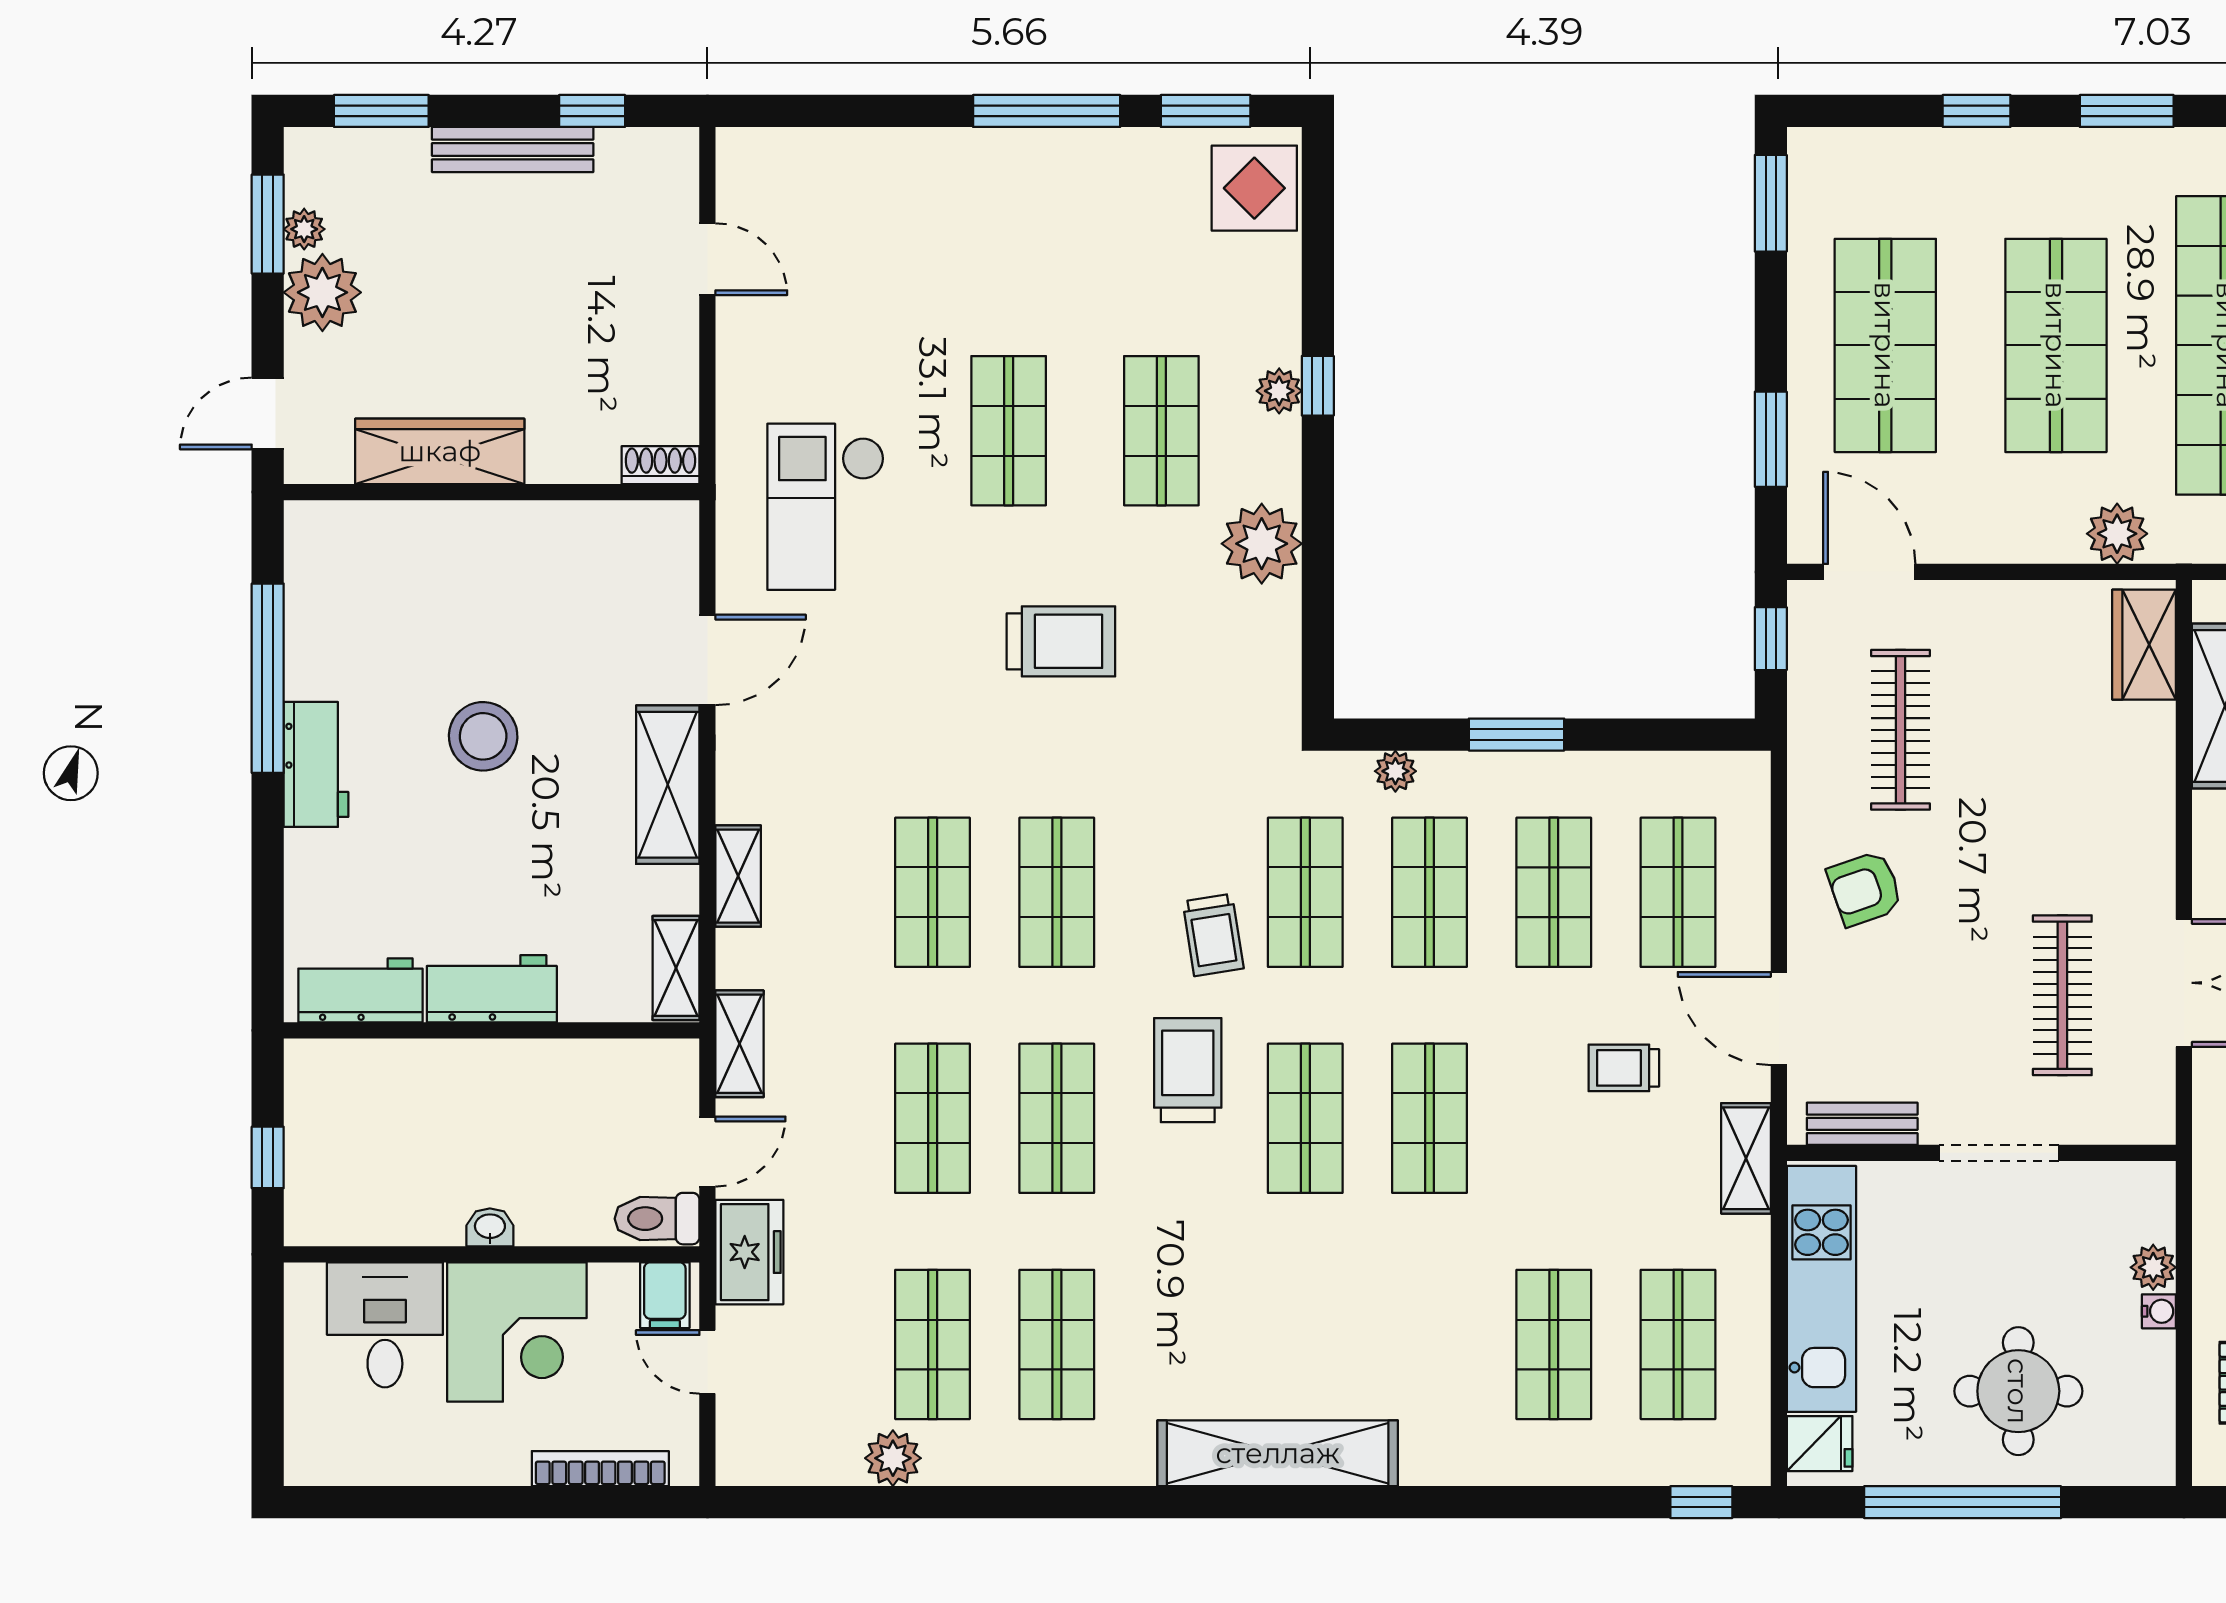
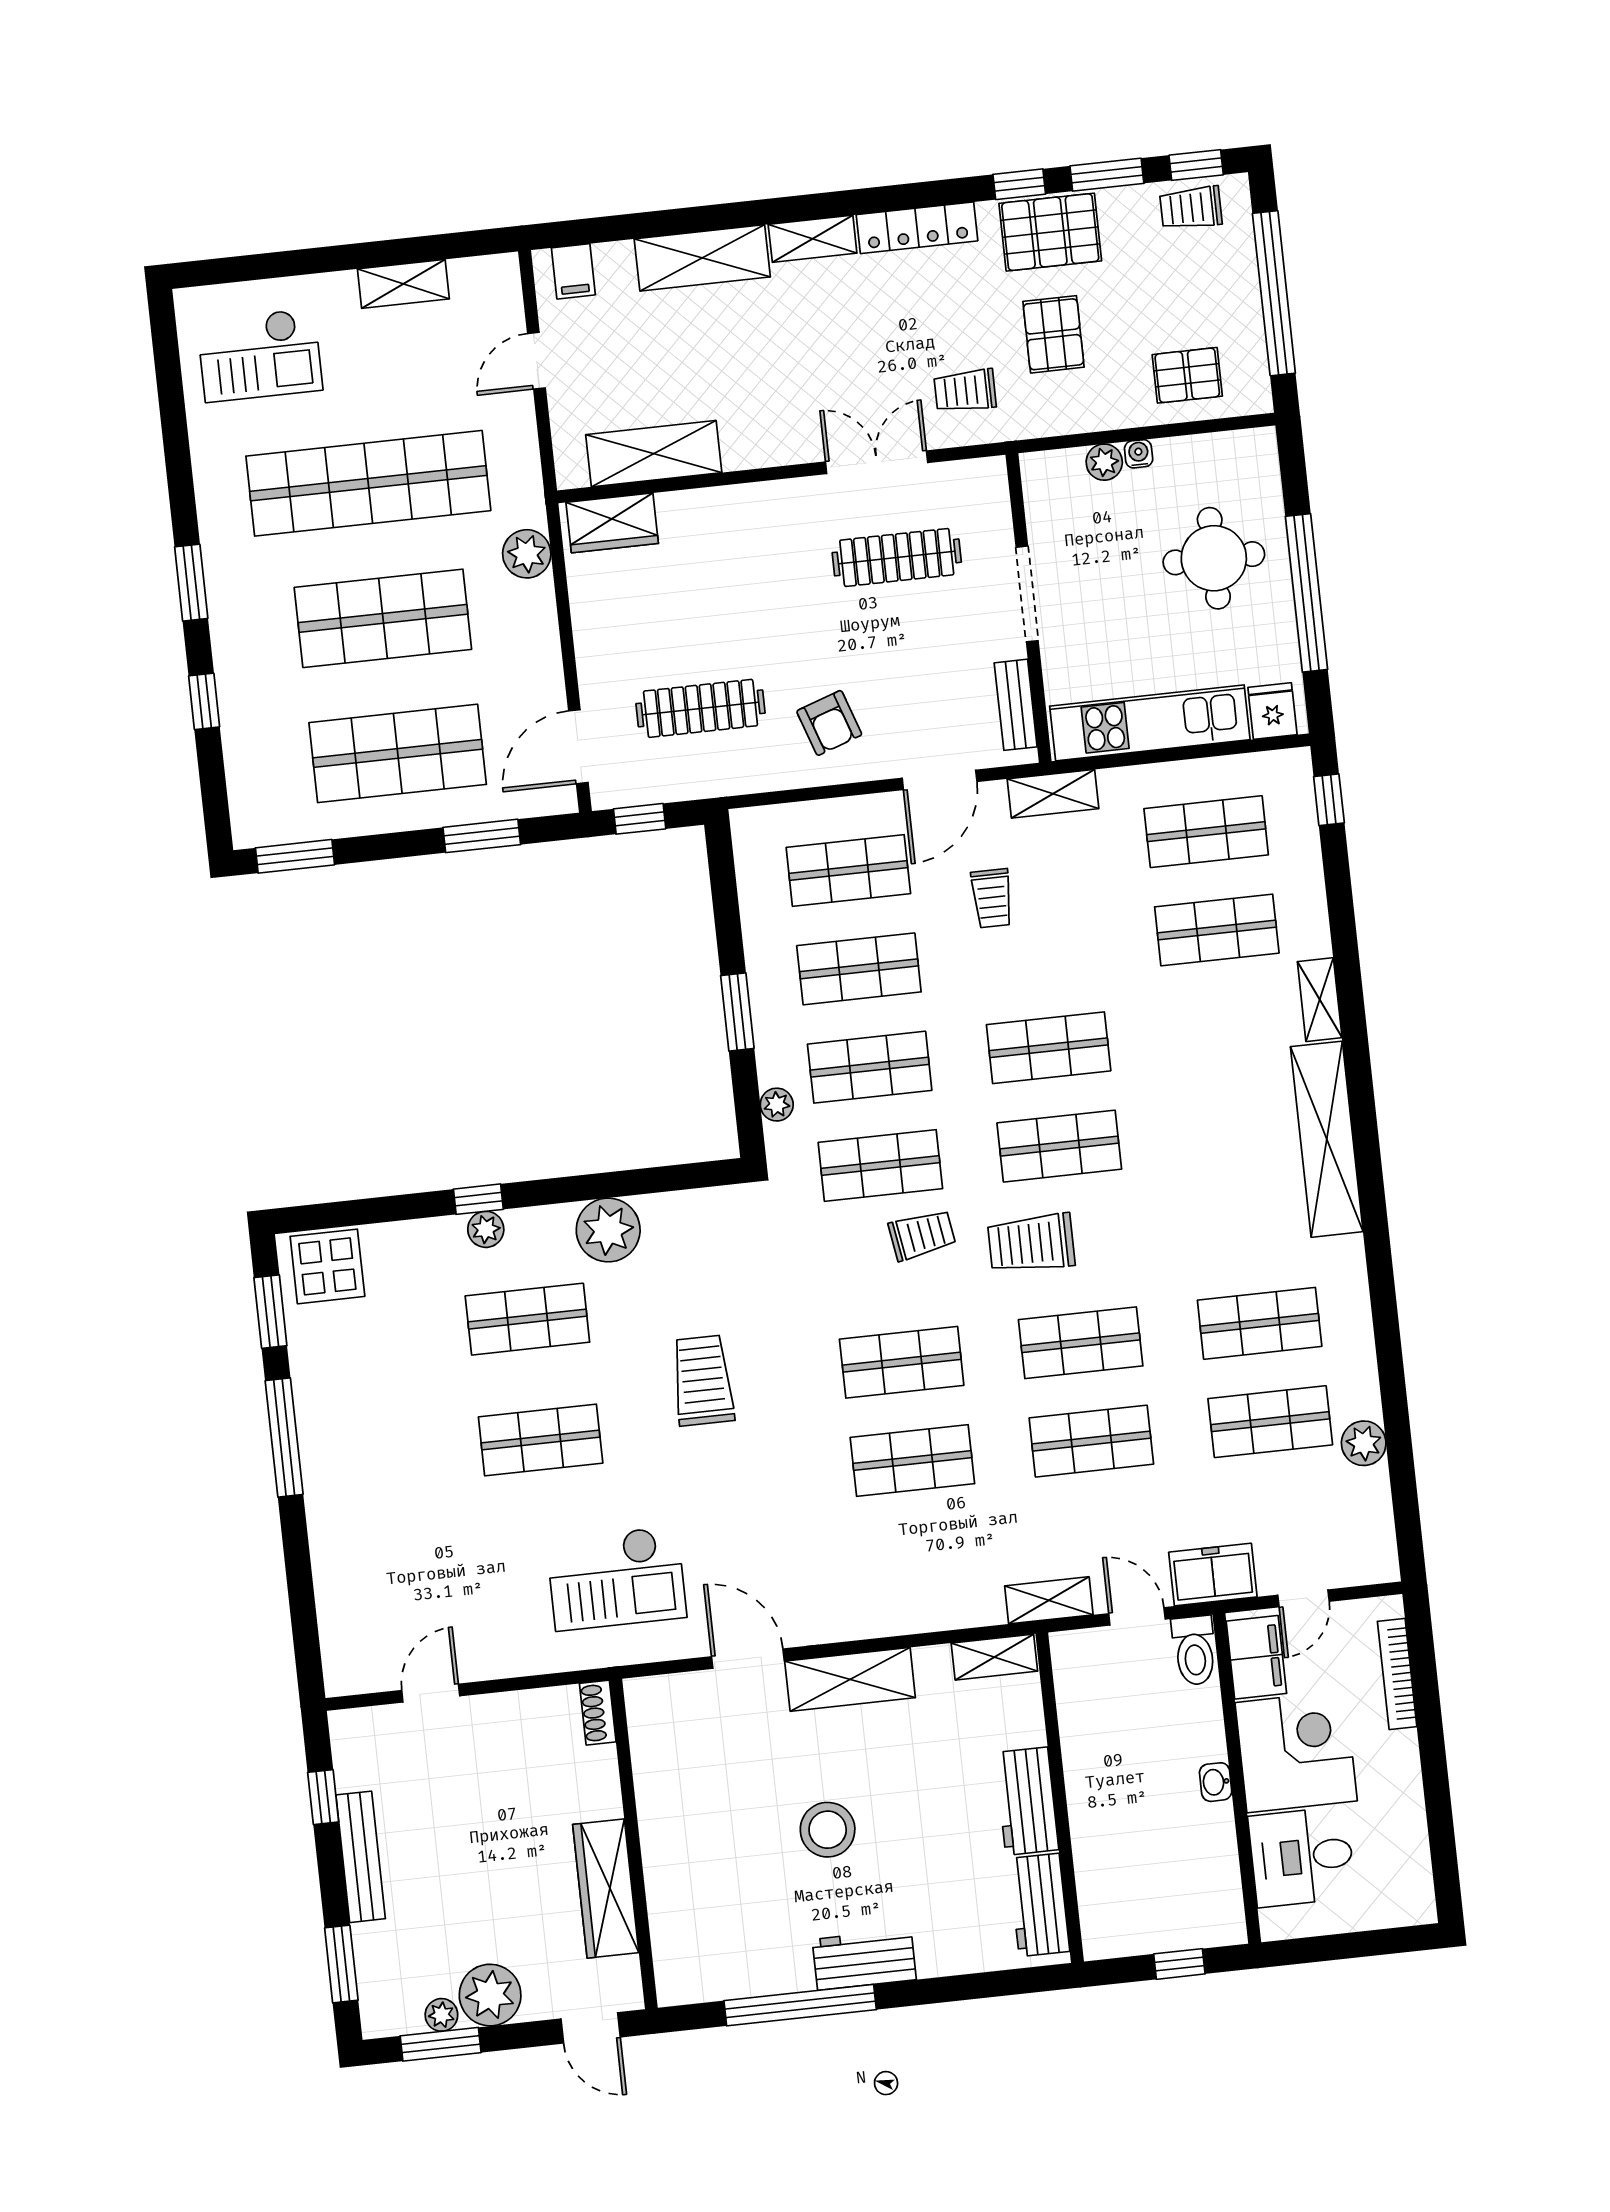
shelving: (738, 876) -> (1320, 1000), moved, turned 90
filing cabinet: (665, 1295) -> (1256, 1657), width x2.00

